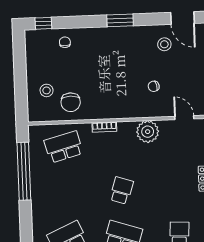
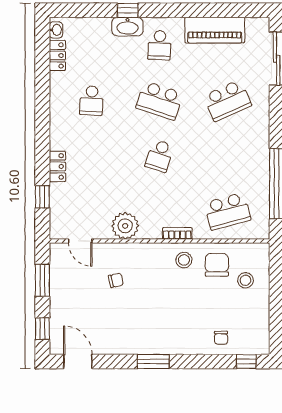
stool: (164, 44) -> (184, 260), moved

